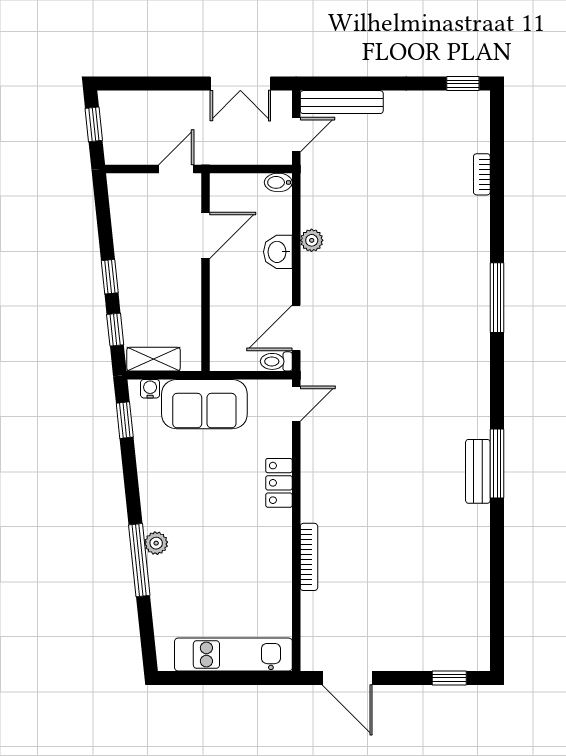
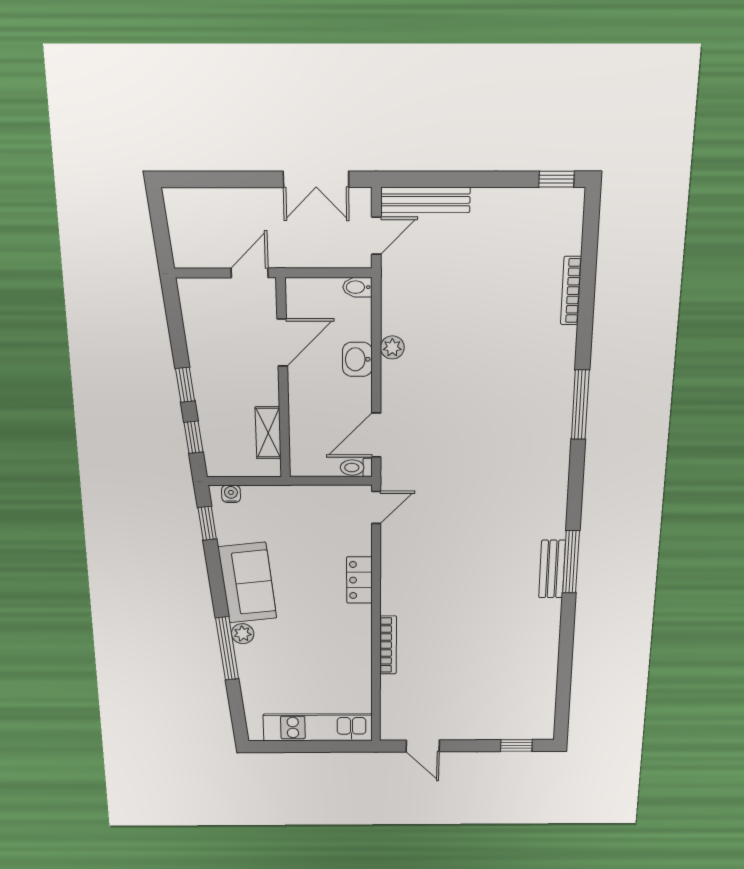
window: (94, 124) -> (160, 225), removed
bookcase: (482, 174) -> (571, 291), width x1.56
shelving: (154, 359) -> (268, 433), moved, turned 90
sofa: (204, 404) -> (247, 583), moved, turned -96
door: (347, 678) -> (423, 746), width x0.73

